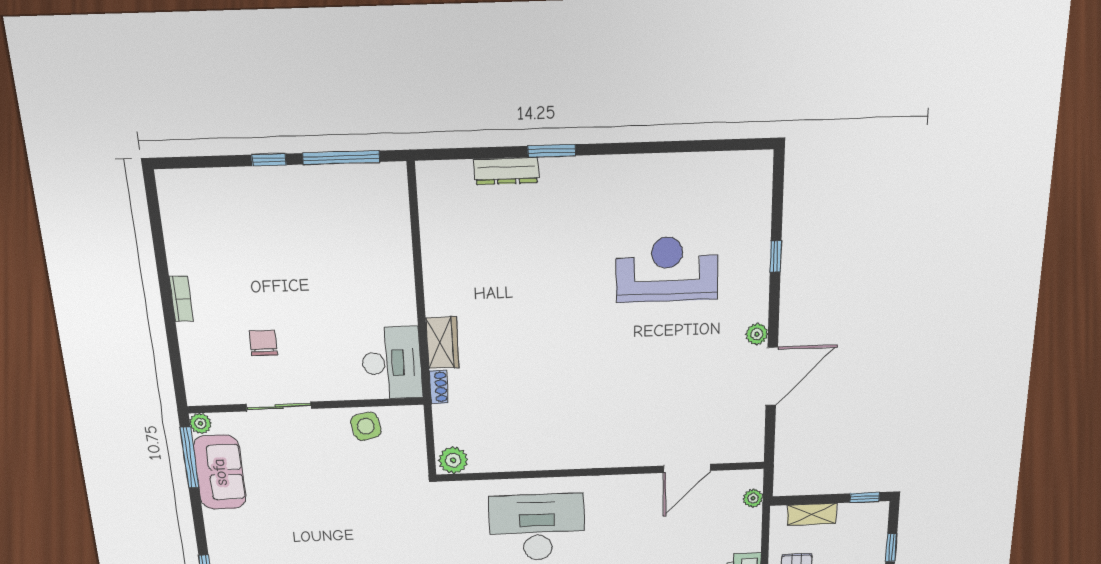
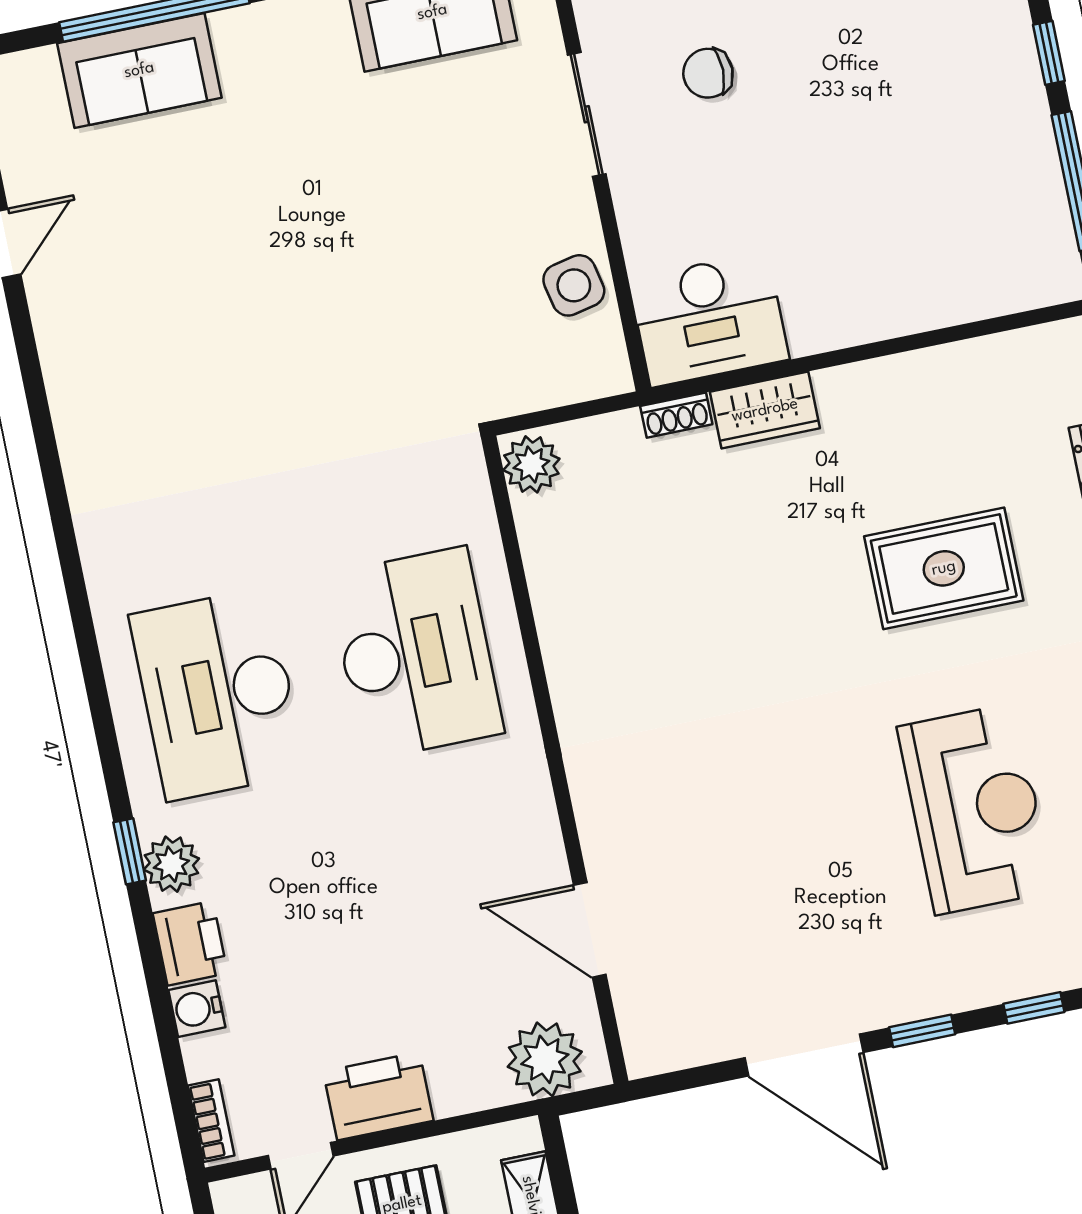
rug: (539, 265) -> (944, 568), added
window: (774, 316) -> (922, 1031), added
plant: (757, 334) -> (882, 1007), removed
chair: (263, 343) -> (708, 73), turned 180
plant: (753, 498) -> (545, 1059), width x1.87, depth x1.87

